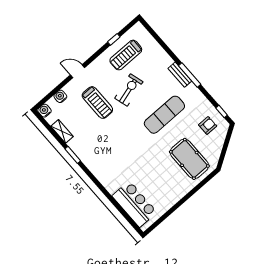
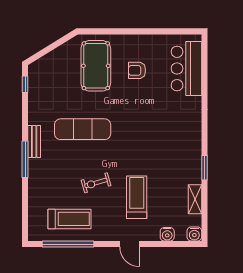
window: (114, 39) -> (68, 244), width x3.17
bench: (180, 75) -> (34, 141), moved
window: (190, 75) -> (25, 159), moved
exercise bike: (129, 90) -> (96, 183), width x0.73, depth x0.72
armchair: (208, 125) -> (137, 70), moved

